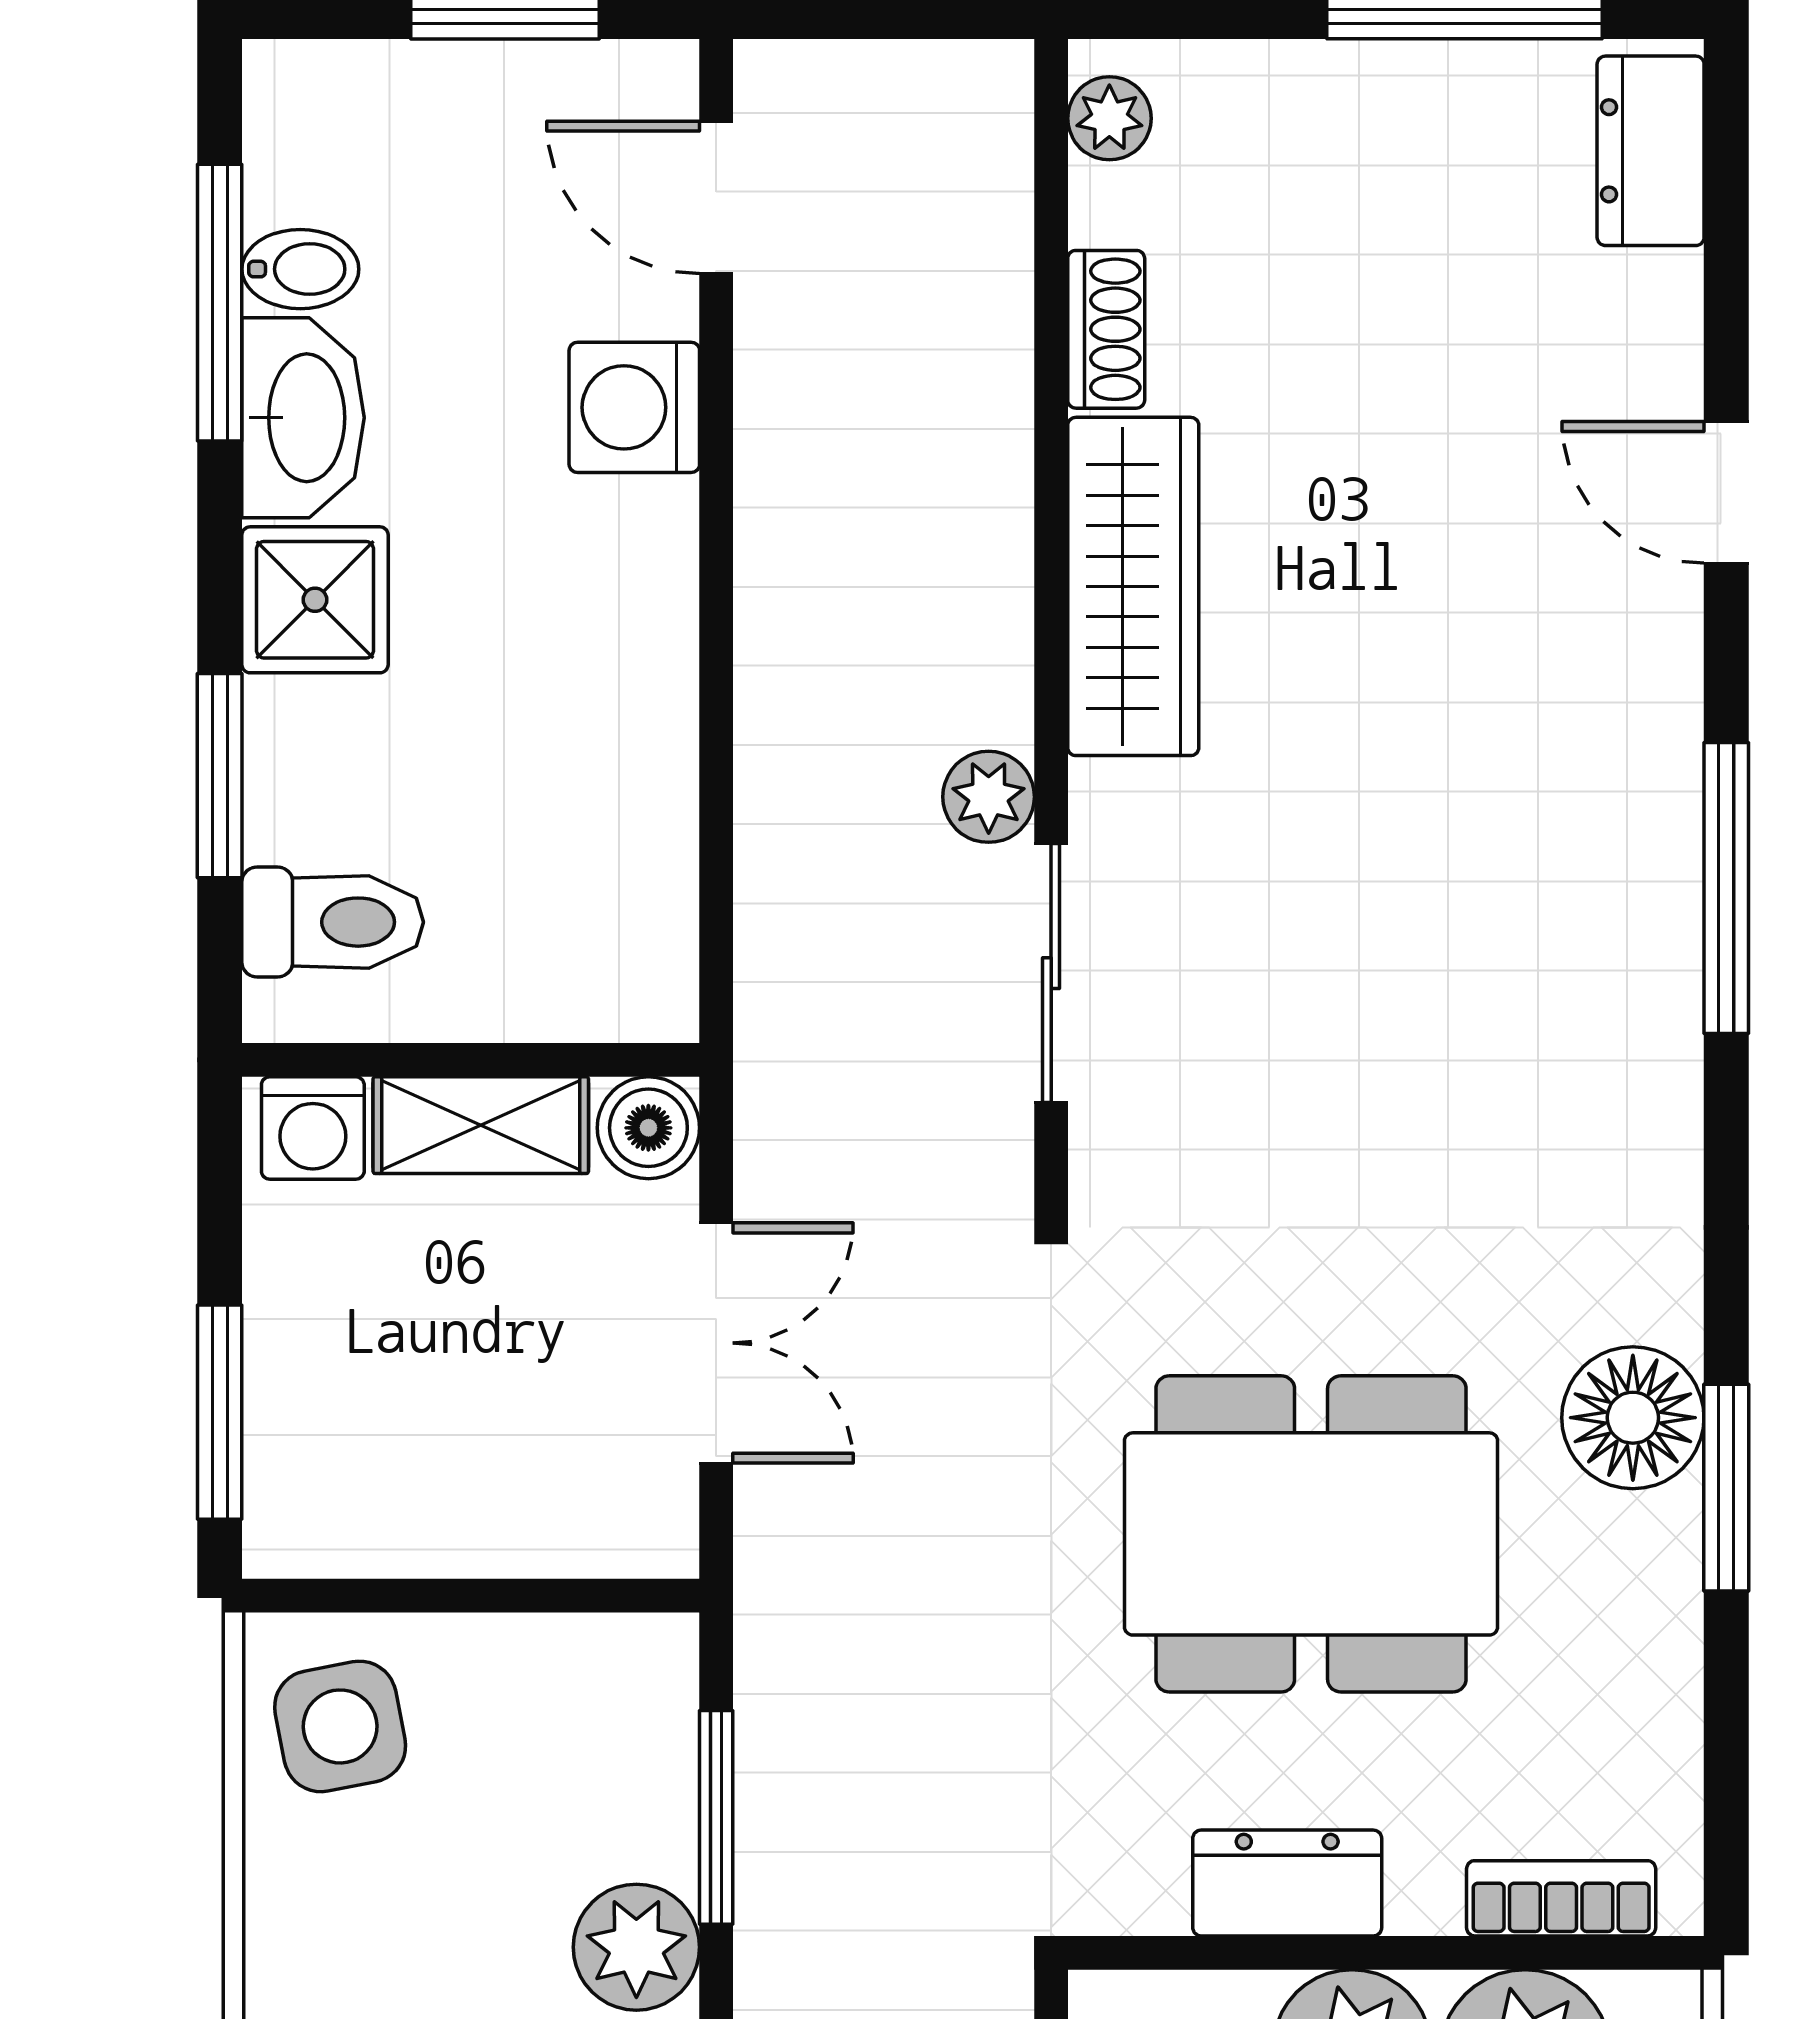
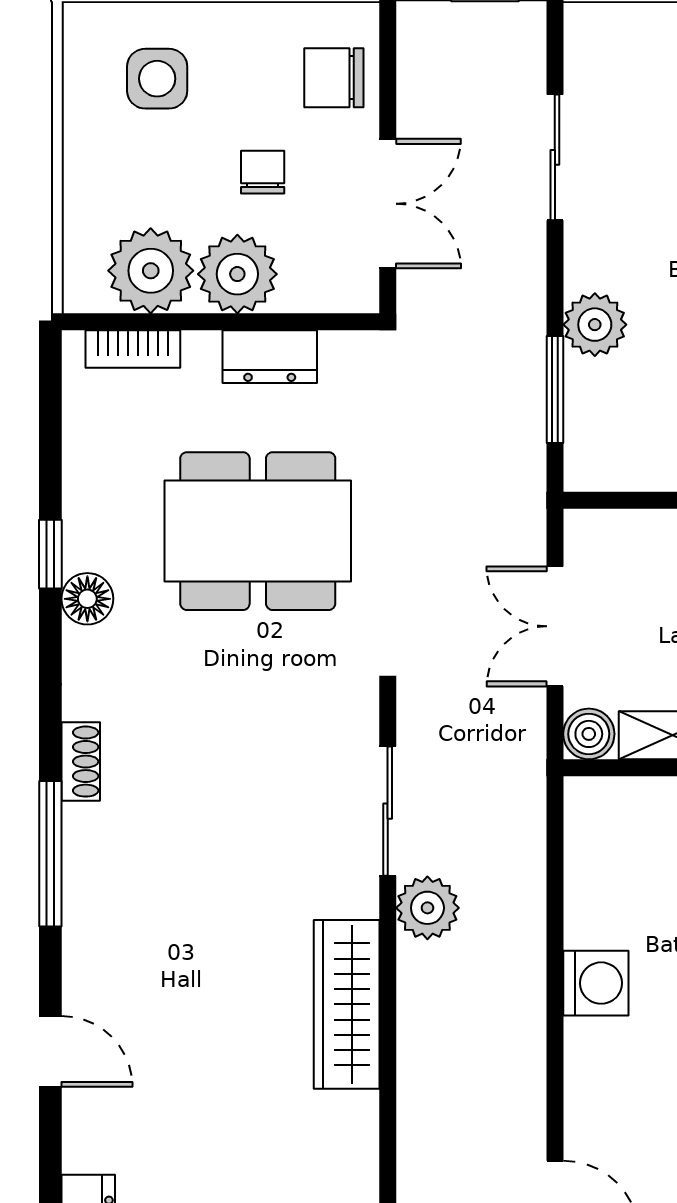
shoe rack: (1106, 329) -> (81, 762), moved, turned 180
washing machine: (634, 407) -> (596, 983), moved
plant: (989, 797) -> (427, 908), width x1.38, depth x1.38
floor lamp: (1633, 1418) -> (87, 599), width x0.73, depth x0.73
window: (1726, 1488) -> (50, 554), width x0.67

